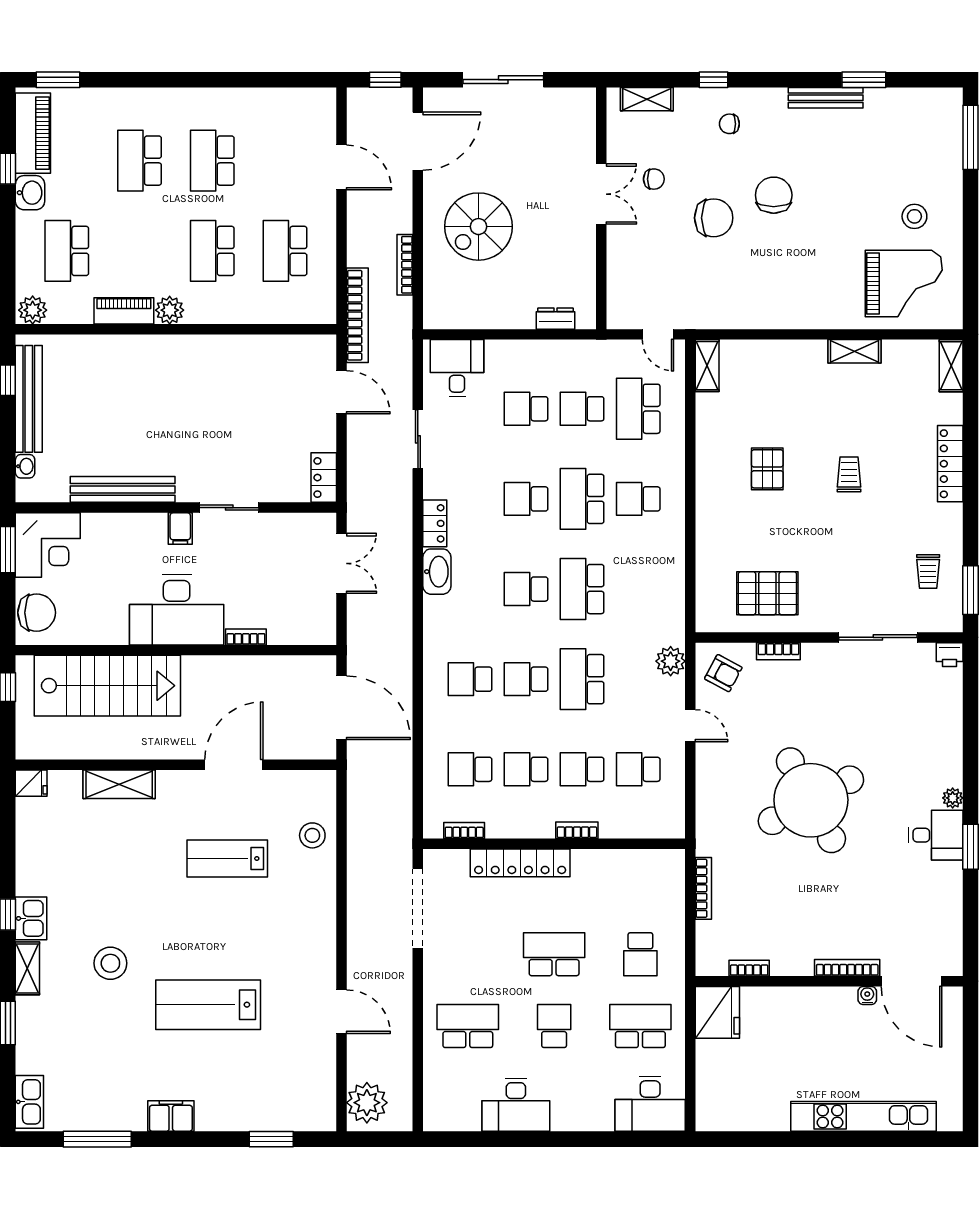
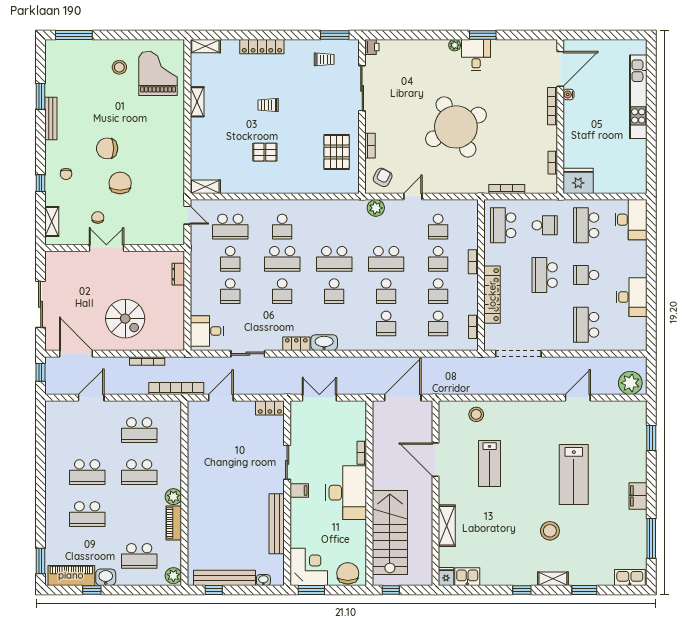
door: (658, 334) -> (187, 215), hinge flipped
school desk: (640, 882) -> (503, 225), added
kitchen sink: (31, 918) -> (467, 577), moved

